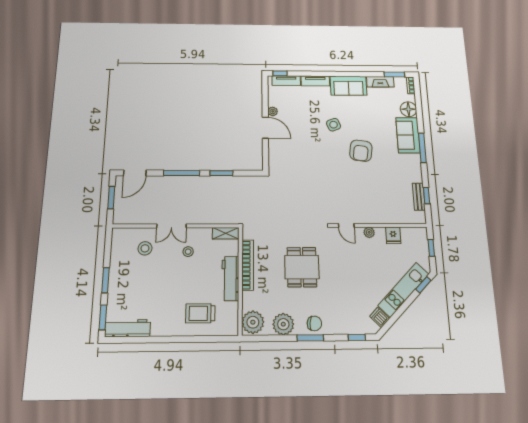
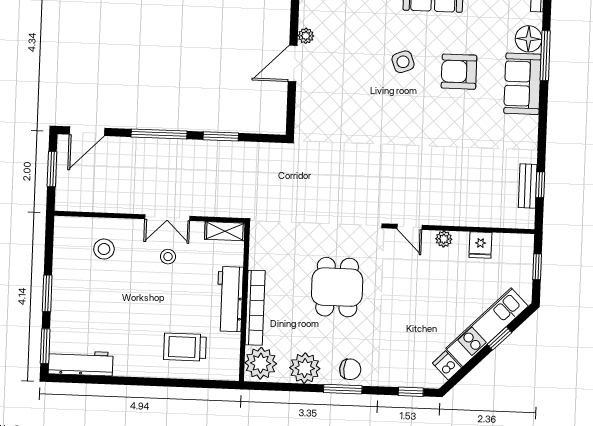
door: (265, 128) -> (293, 63), swing flipped
window: (422, 148) -> (545, 56), moved
armchair: (361, 151) -> (459, 72), moved, turned 82
double door: (171, 226) -> (167, 218), moved
bookcase: (248, 265) -> (255, 308), moved
window: (423, 285) -> (500, 338), moved

